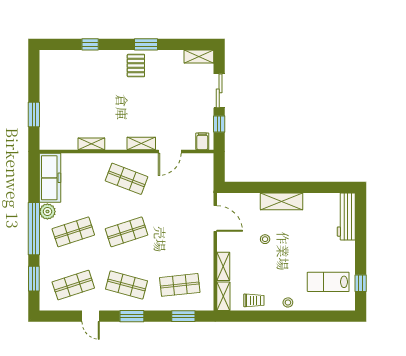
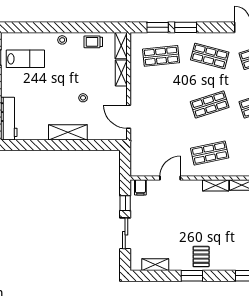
shelving: (199, 57) -> (155, 265), moved
shelving: (141, 143) -> (216, 185), moved
shop shelf: (127, 179) -> (210, 153), turned -33
window: (132, 316) -> (186, 27), moved

